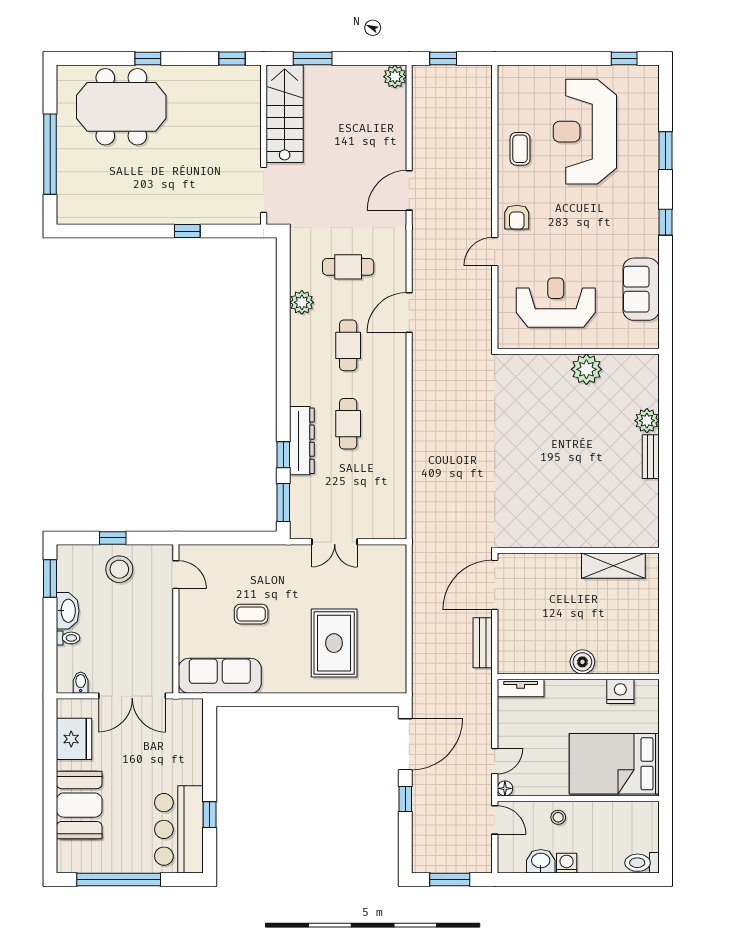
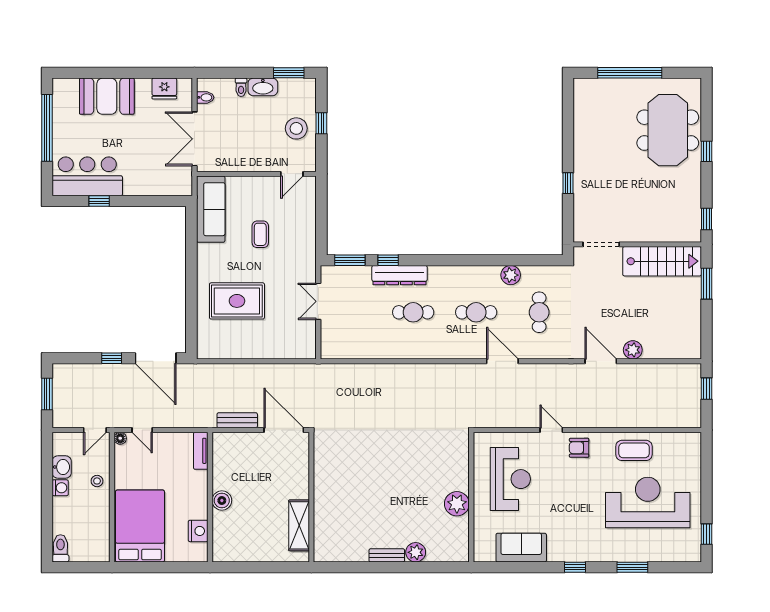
plant: (395, 77) -> (633, 350), moved
coffee table: (520, 149) -> (634, 450), width x1.36, depth x1.30
fridge: (74, 739) -> (164, 88), width x0.73, depth x0.75

